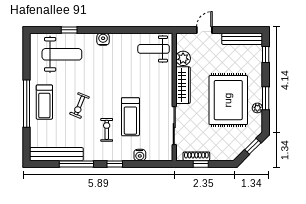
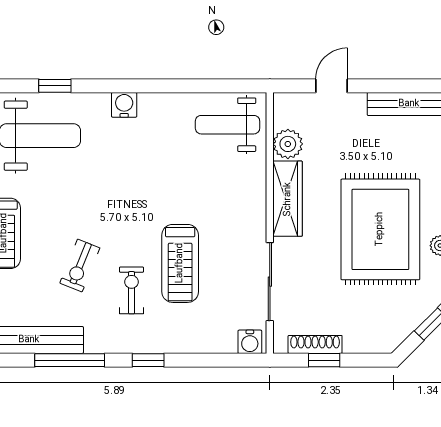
exercise bike: (79, 106) -> (80, 266), moved
water cooler: (140, 155) -> (250, 342), moved

